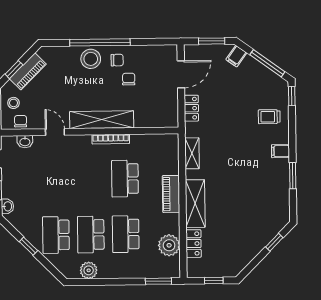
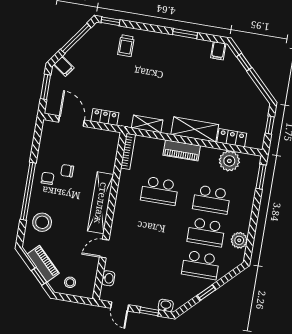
stool: (91, 59) -> (42, 222), moved
chair: (21, 121) -> (88, 279), removed
bookcase: (111, 139) -> (128, 151), moved
filing cabinet: (280, 151) -> (218, 51), moved

